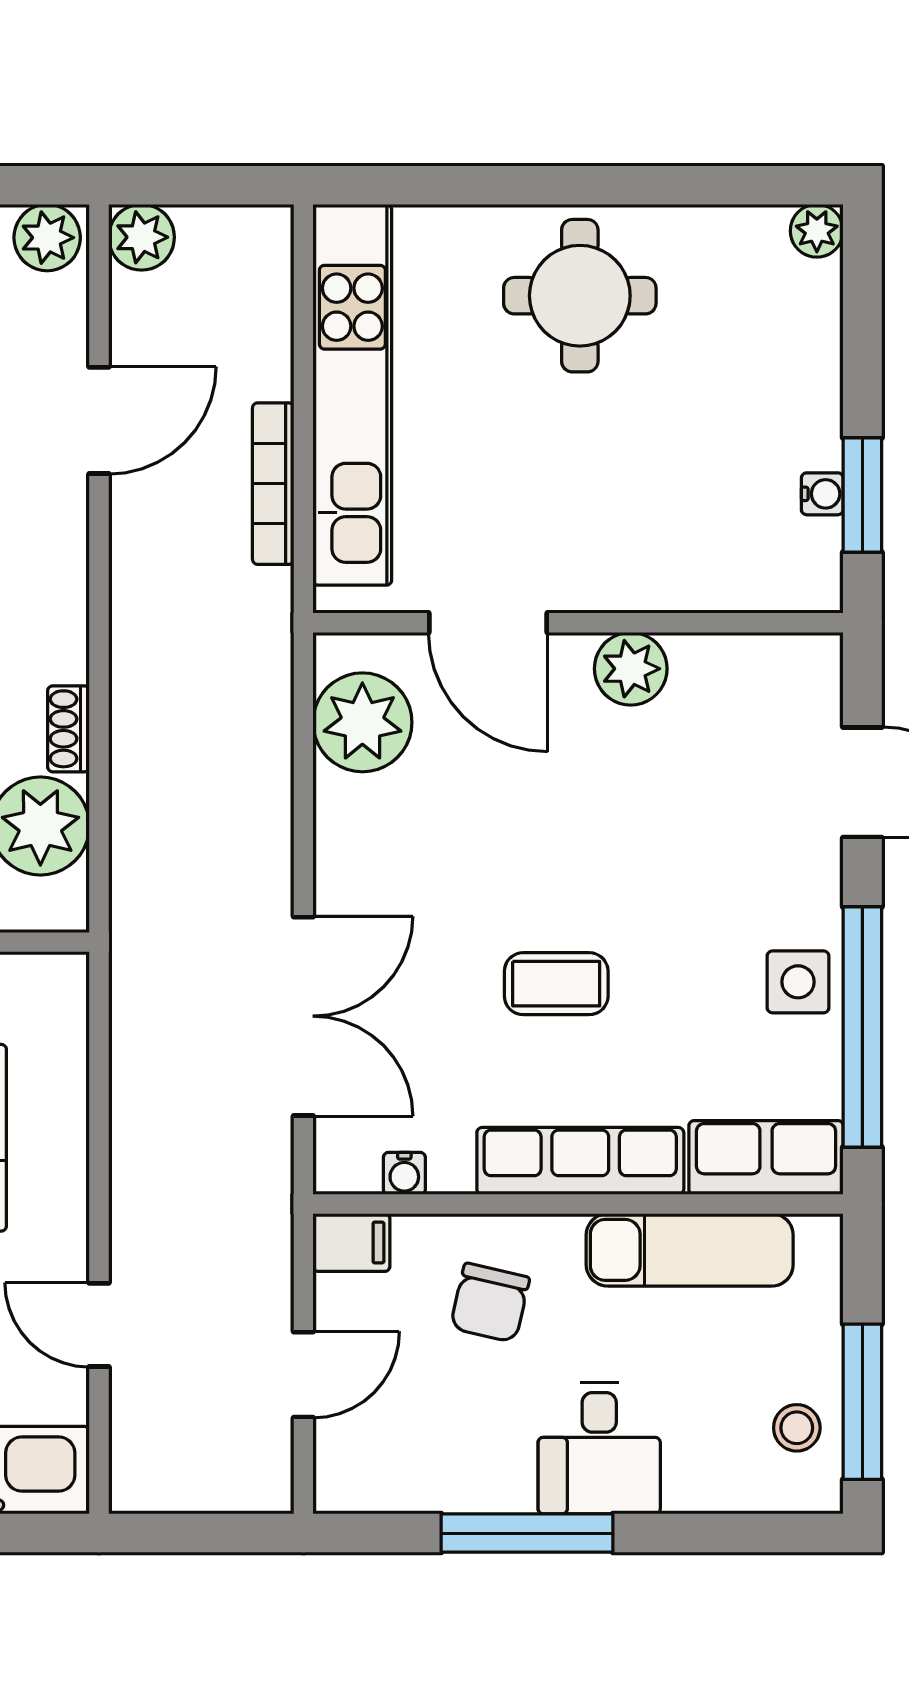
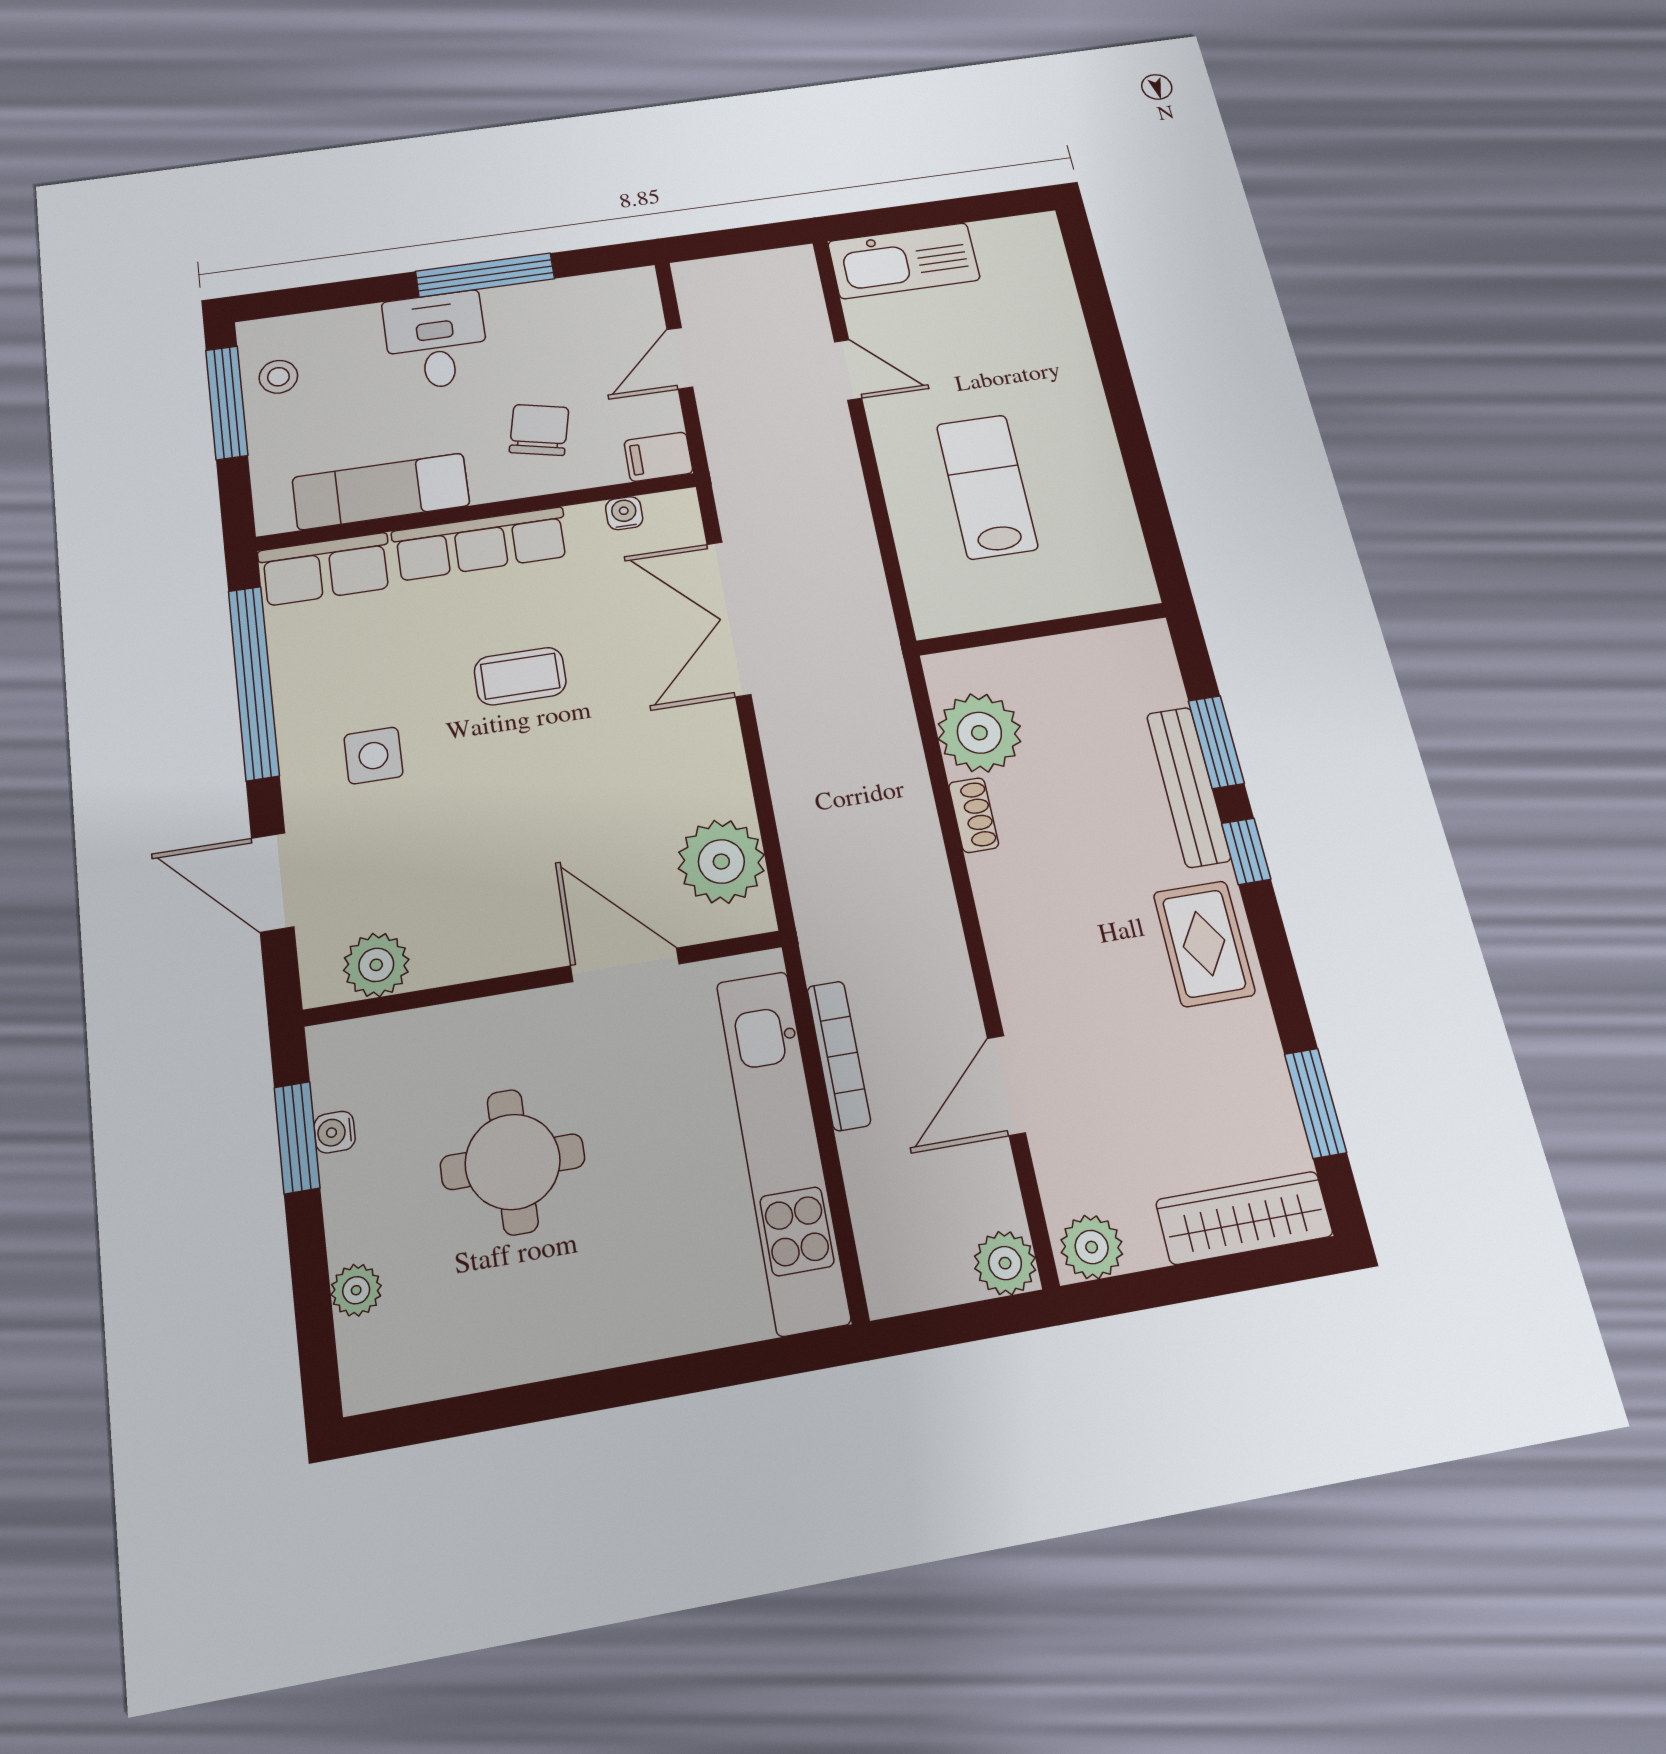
plant: (817, 231) -> (356, 1290), moved
round table: (580, 296) -> (513, 1162), moved
plant: (631, 669) -> (376, 965), moved
side table: (798, 982) -> (373, 756), moved

